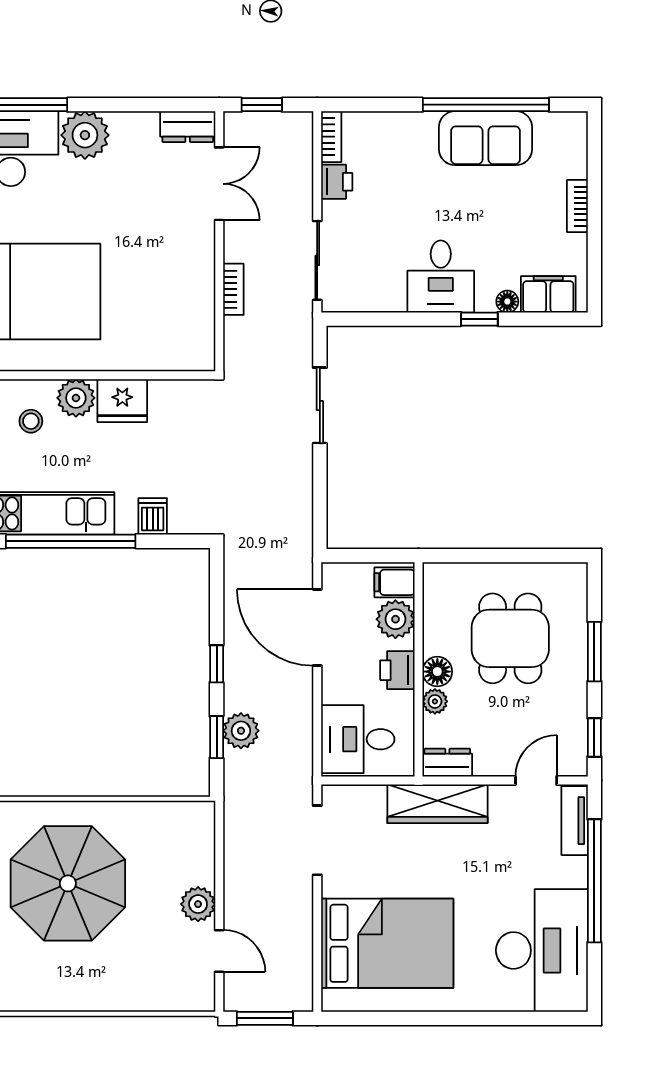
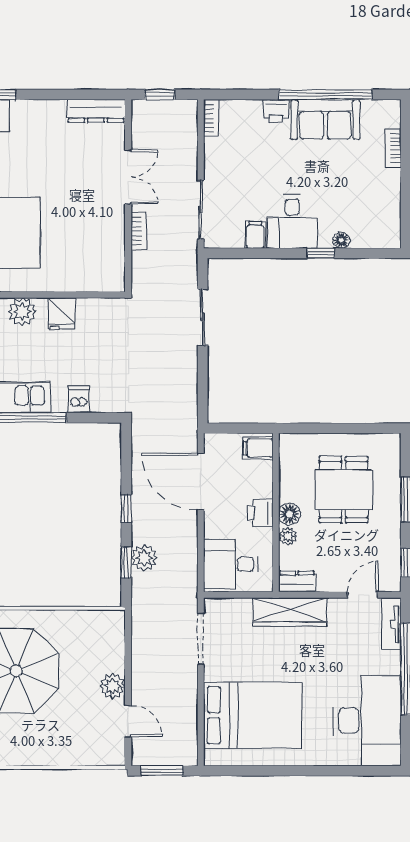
dresser: (188, 127) -> (96, 111), width x1.44
plant: (85, 135) -> (29, 117), removed
printer: (337, 182) -> (276, 111), moved, turned 90
double door: (219, 184) -> (128, 177), moved
bookcase: (577, 206) -> (393, 148), moved
filing cabinet: (548, 294) -> (255, 235), moved, width x0.50
fridge: (122, 401) -> (62, 314), width x0.72
plant: (395, 619) -> (259, 475), removed

